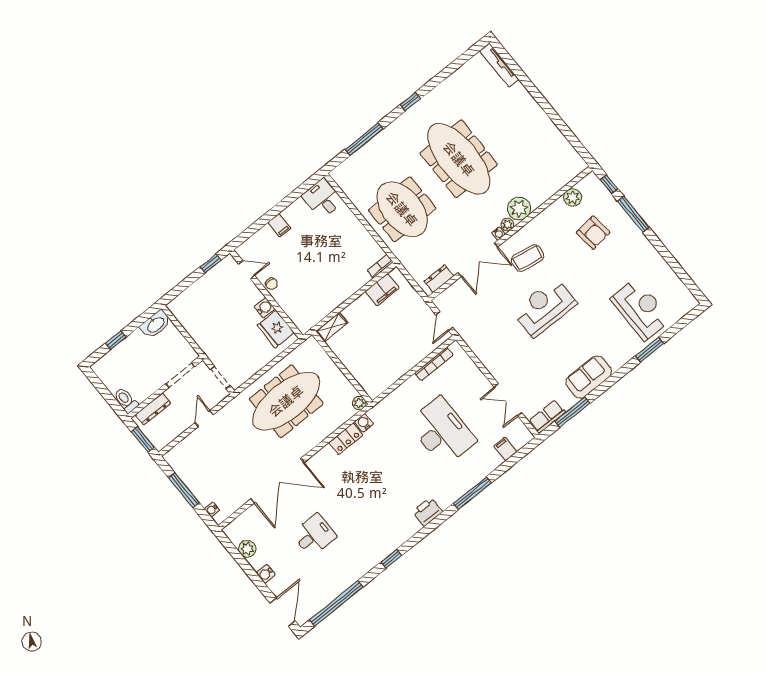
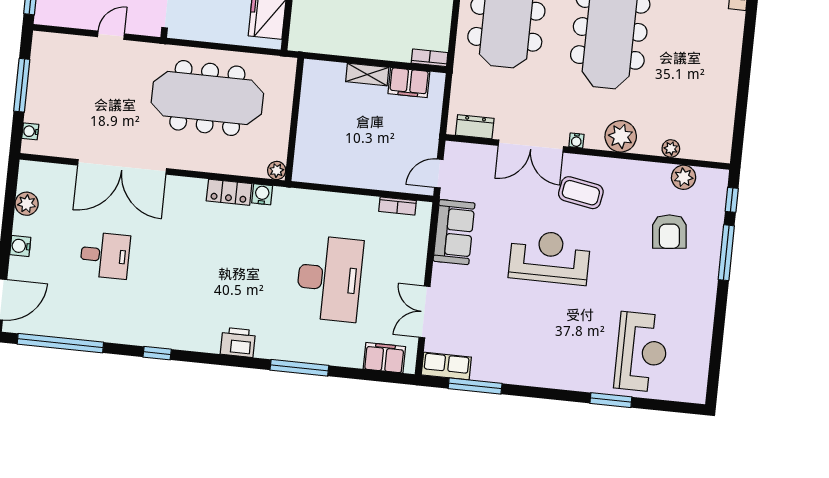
plant: (507, 224) -> (671, 148), moved
shelving: (332, 327) -> (367, 74), moved
bookcase: (434, 364) -> (398, 206), width x0.64
sofa: (589, 377) -> (454, 232), moved, turned 90
filing cabinet: (505, 449) -> (384, 358), width x2.00

